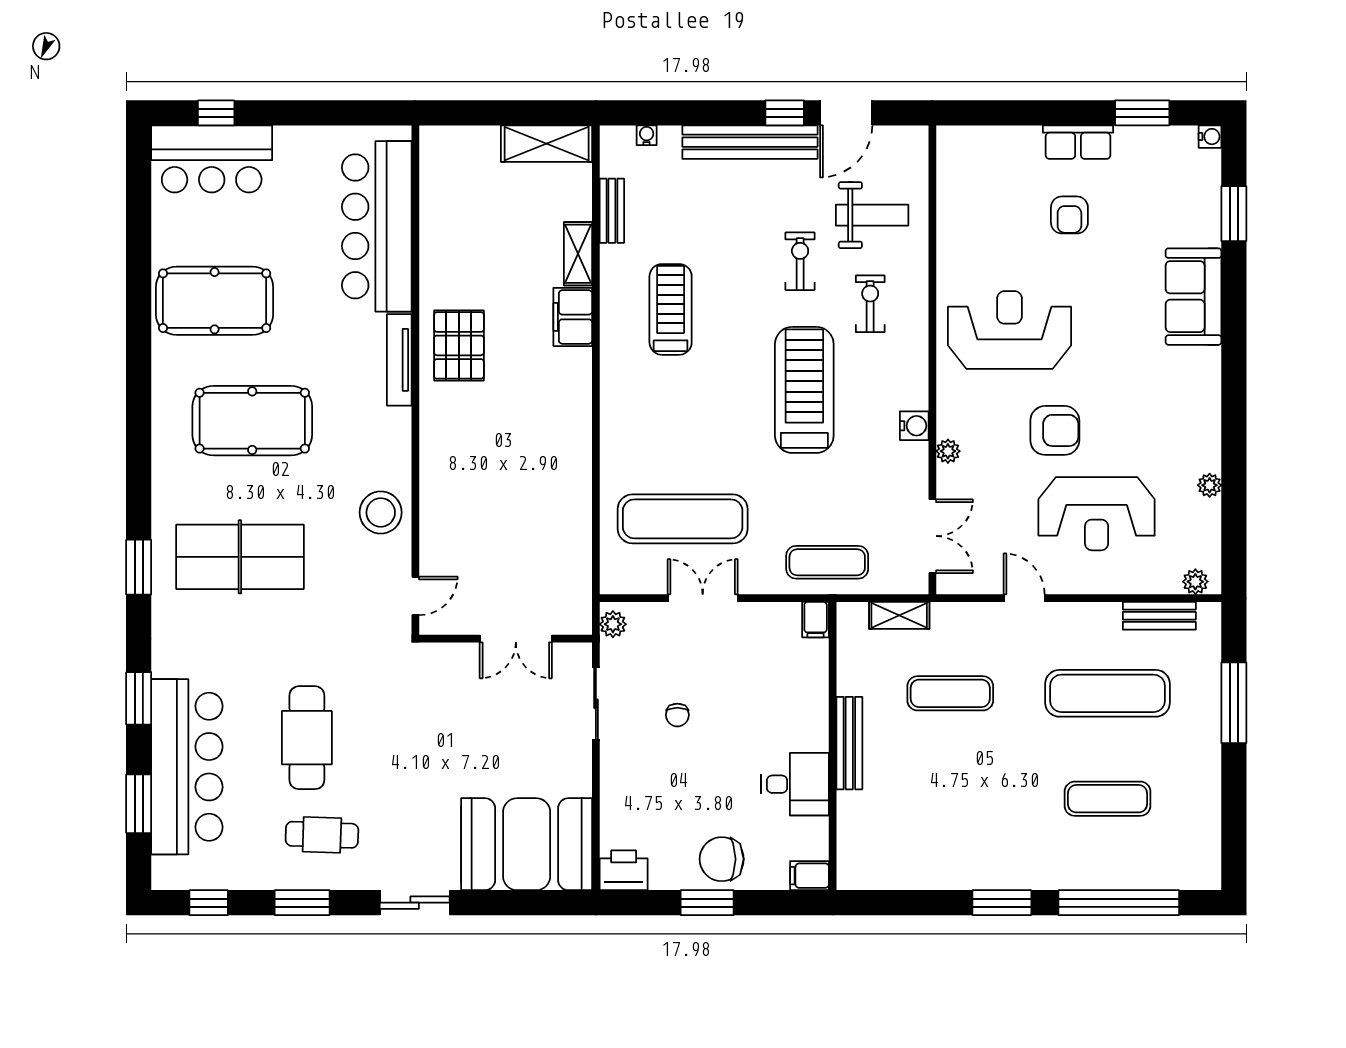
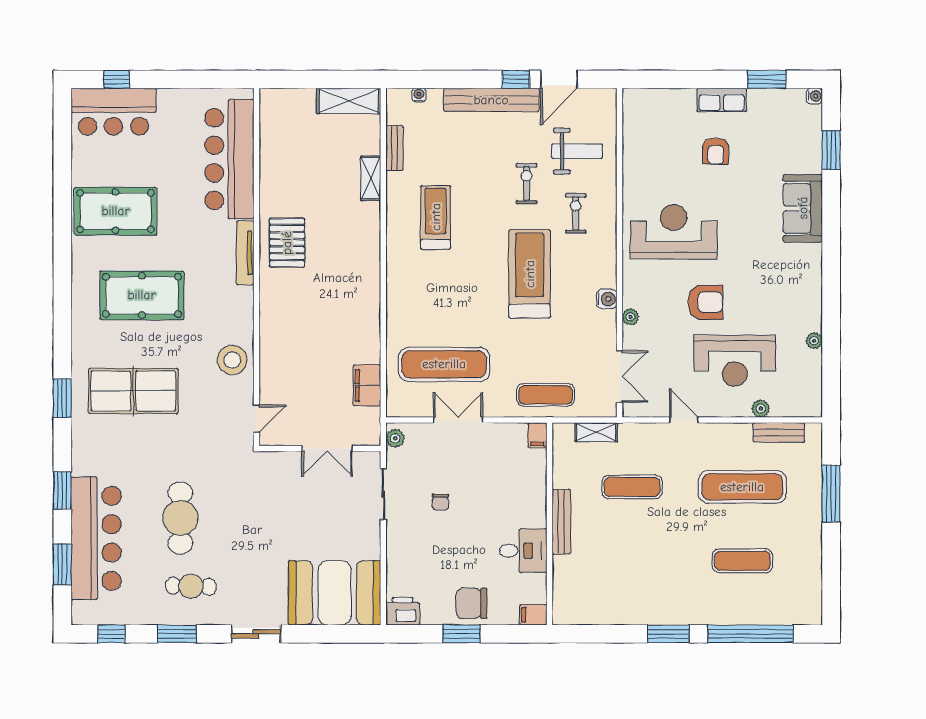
filing cabinet: (573, 317) -> (367, 385), moved
plant: (1195, 582) -> (761, 408), moved

